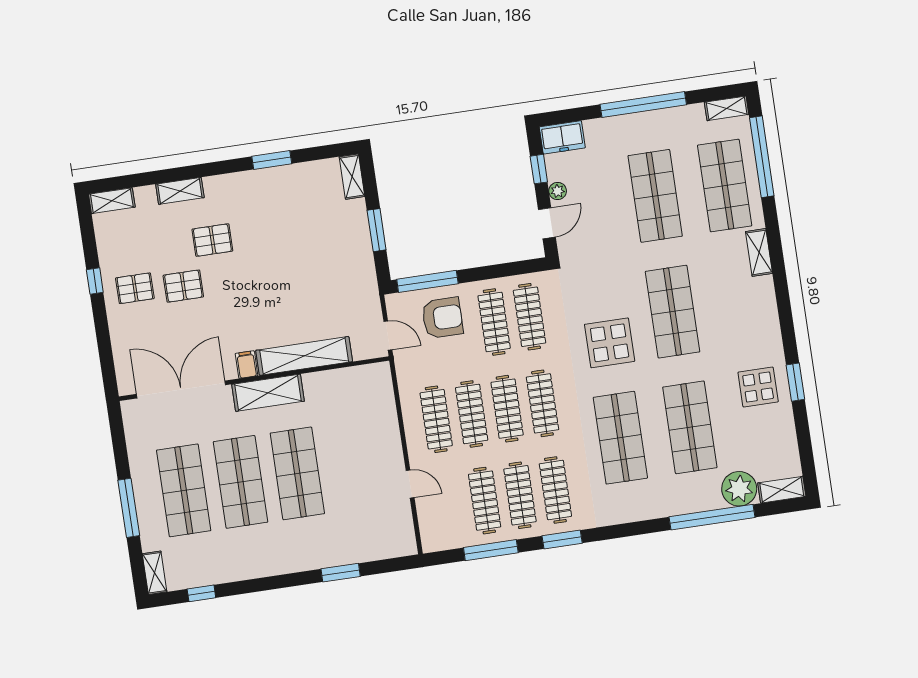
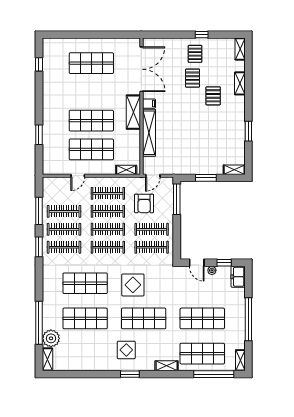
armchair: (442, 318) -> (144, 203), moved
window: (795, 382) -> (130, 374), moved
display table: (758, 387) -> (126, 350), moved
shop shelf: (241, 482) -> (91, 149), moved
window: (129, 508) -> (87, 35), removed
shelving: (155, 573) -> (126, 170), moved

